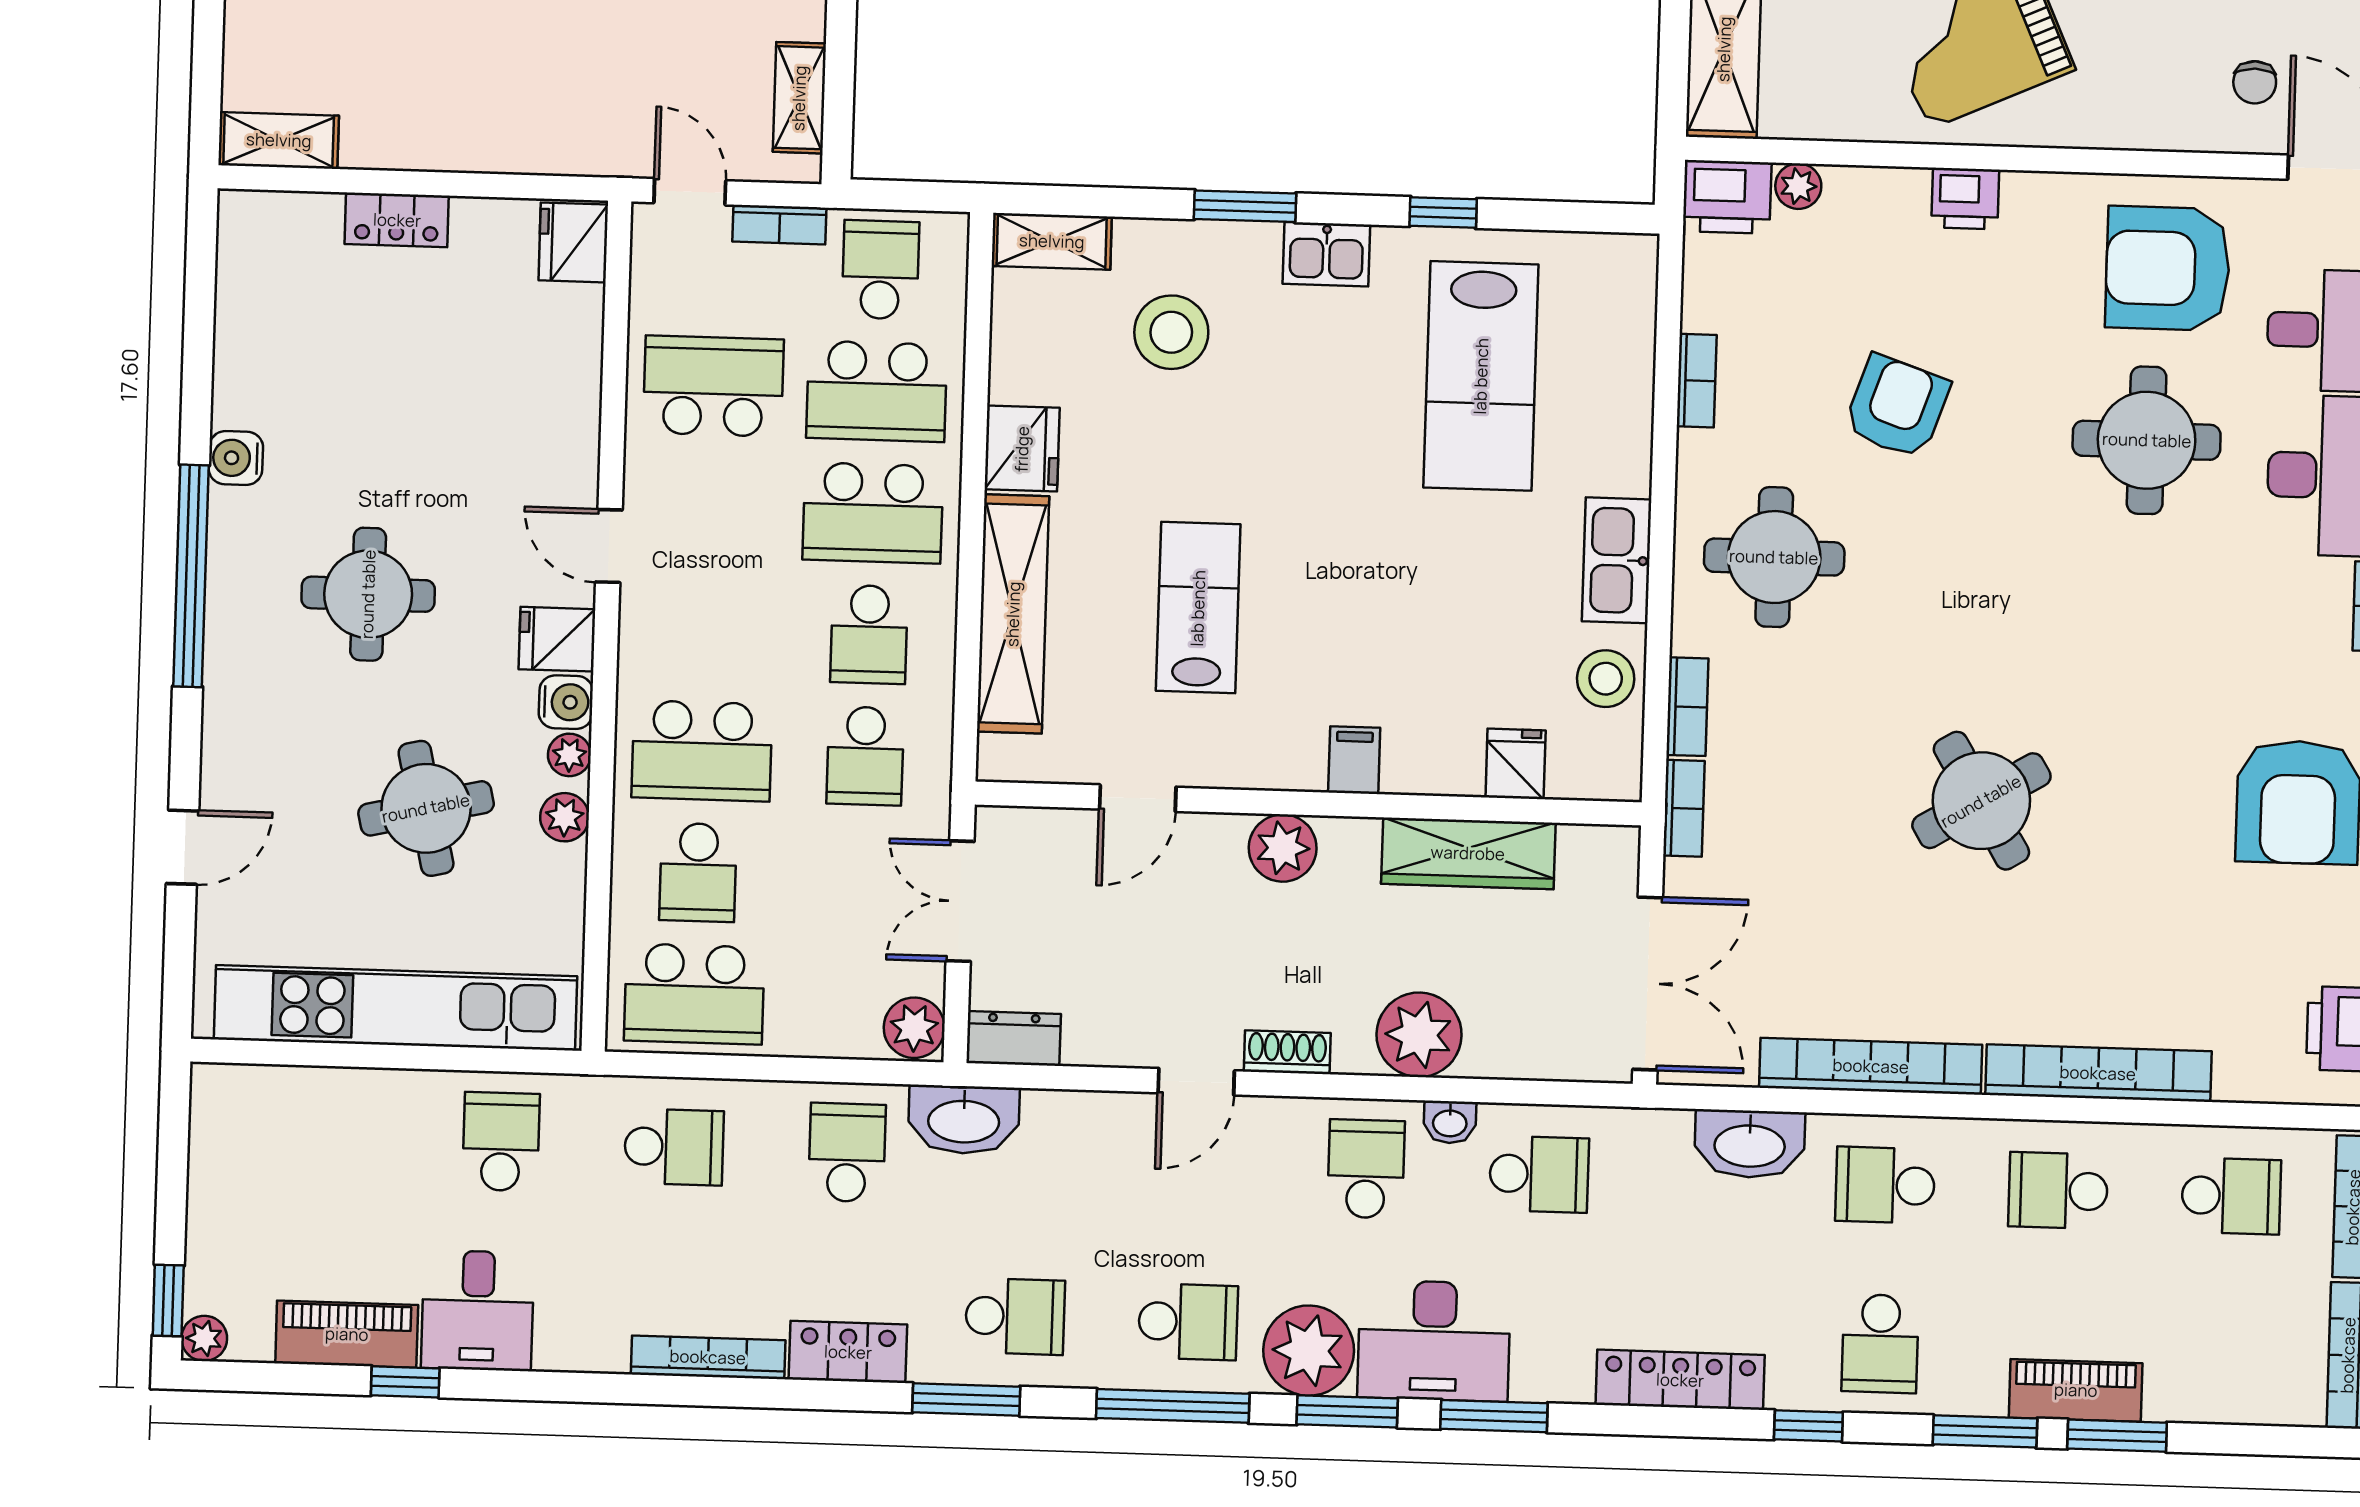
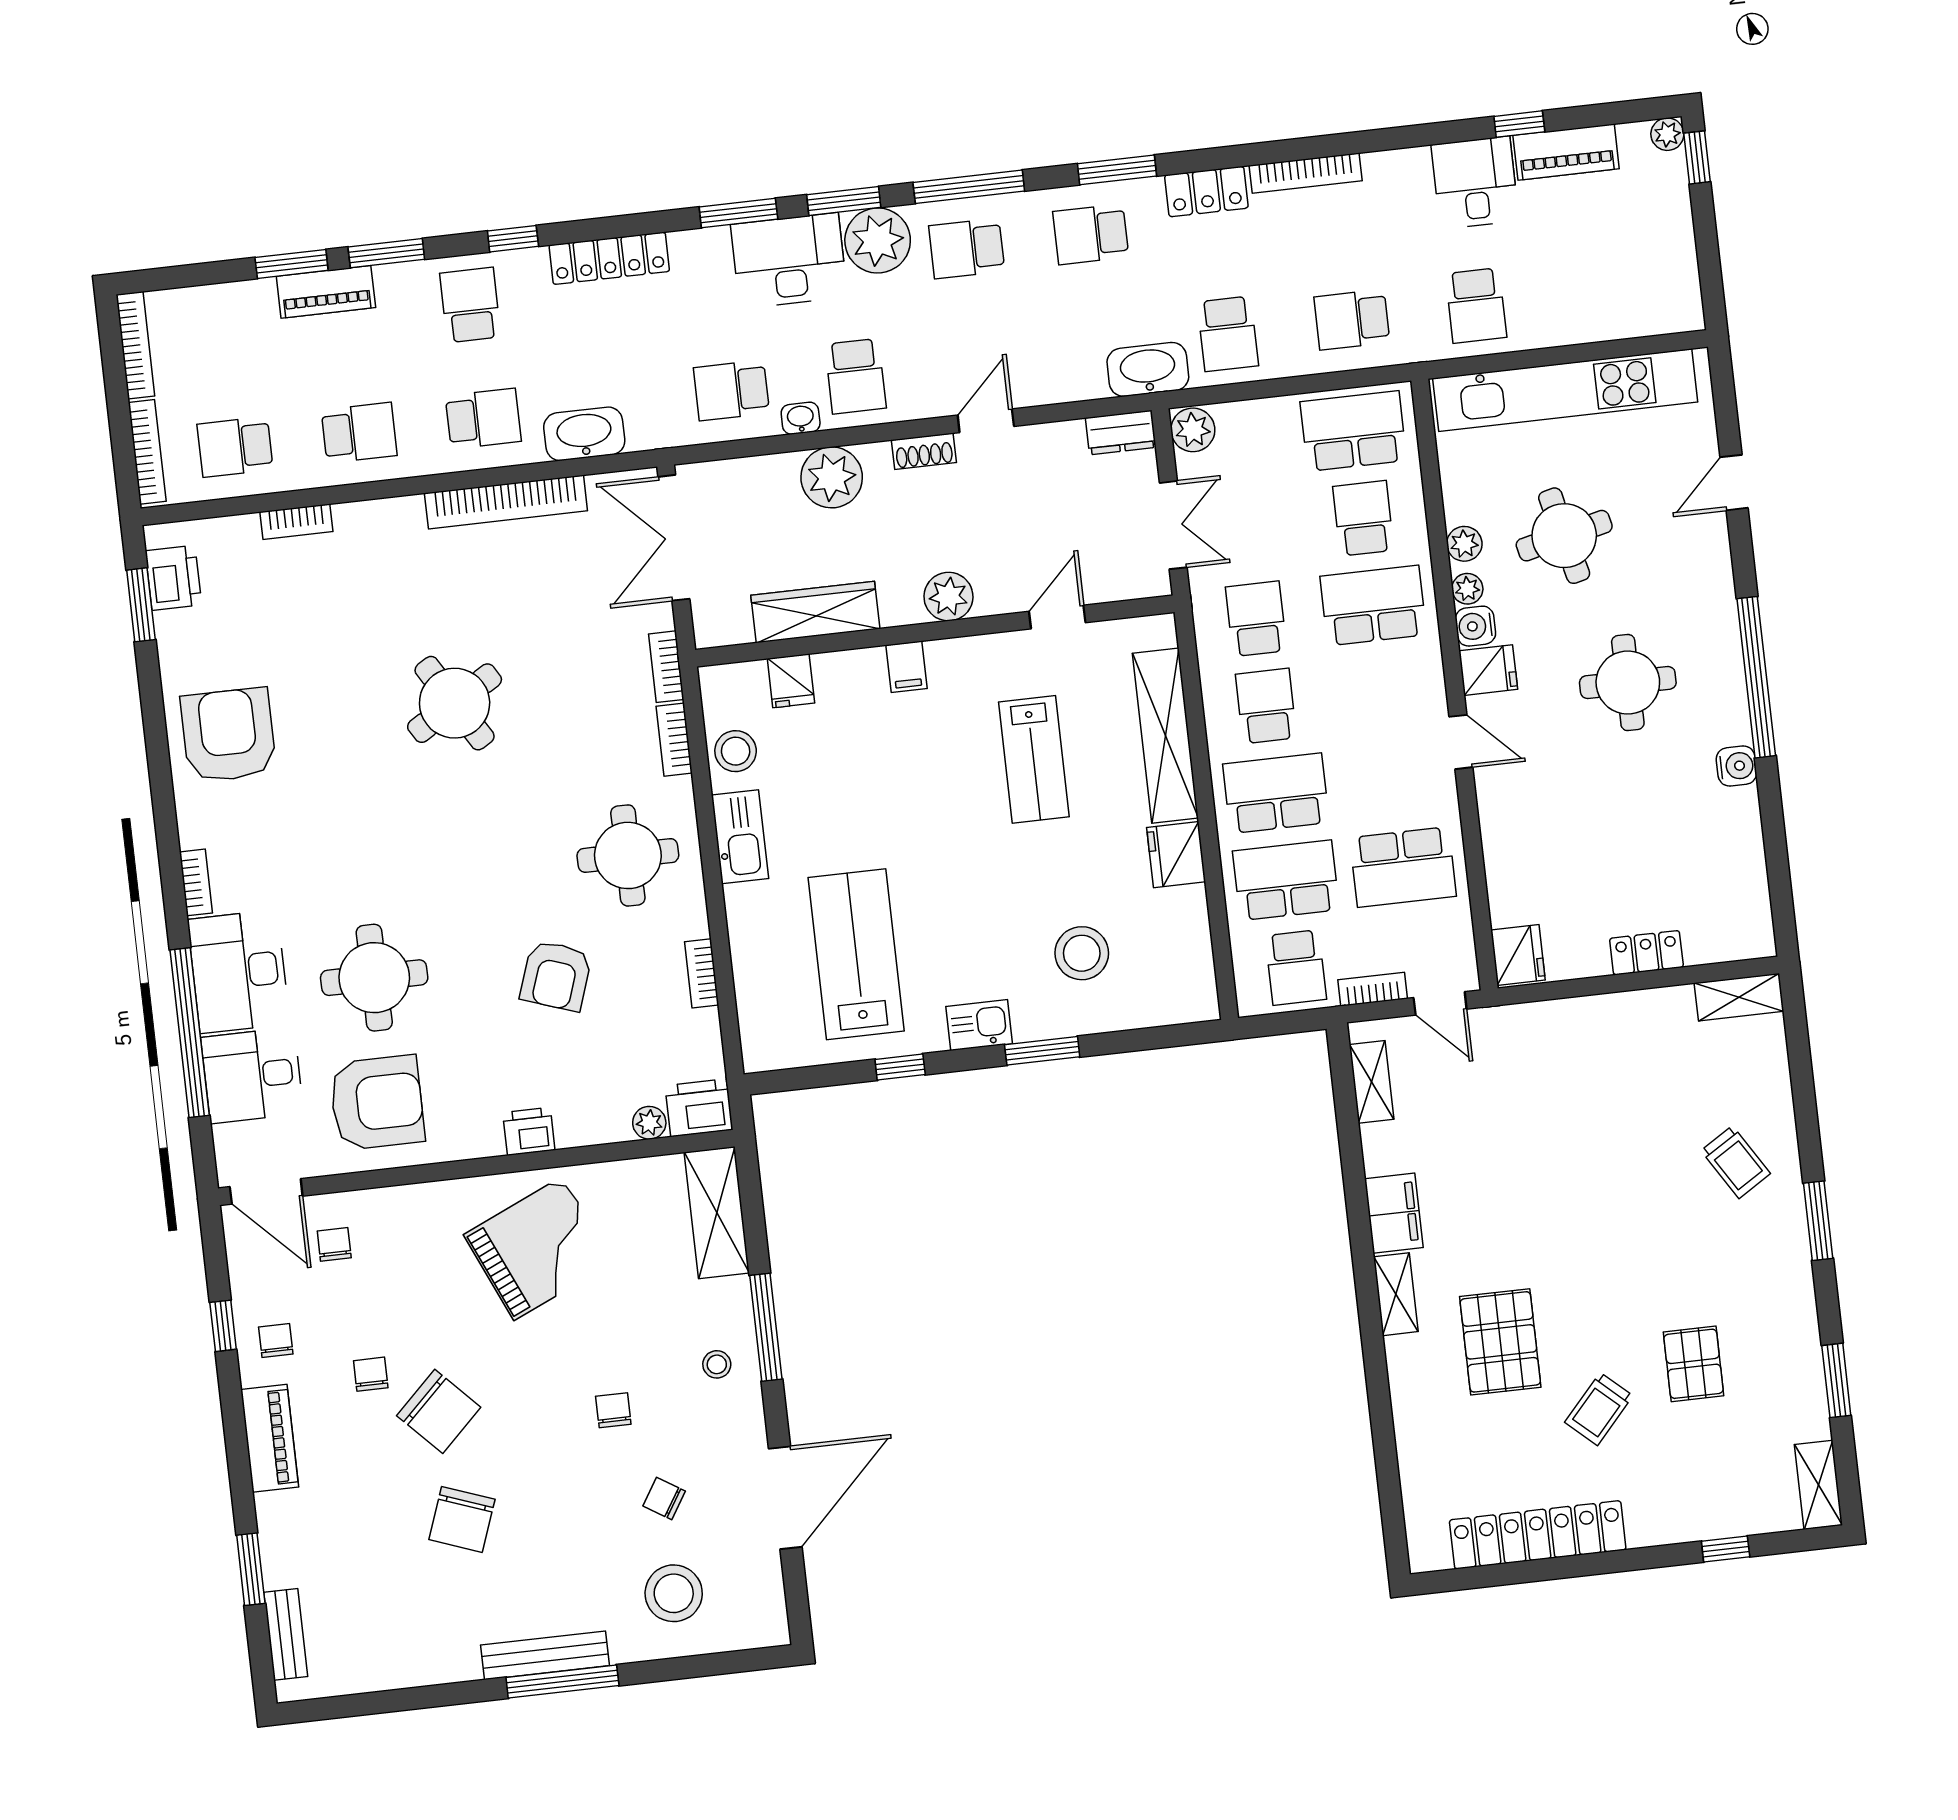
shelving: (1052, 241) -> (1177, 1006), removed
bookcase: (2098, 1073) -> (296, 522), width x0.43, depth x0.76

